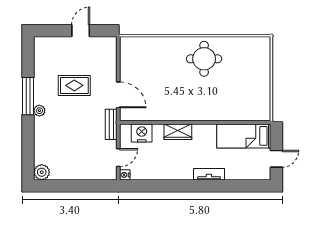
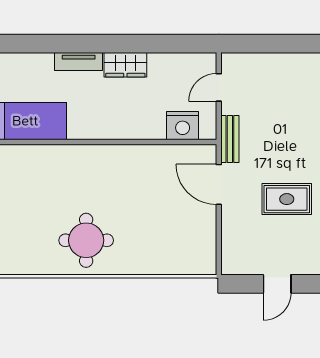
wardrobe: (178, 132) -> (125, 65), moved, turned 180
nightstand: (125, 175) -> (209, 61), removed

